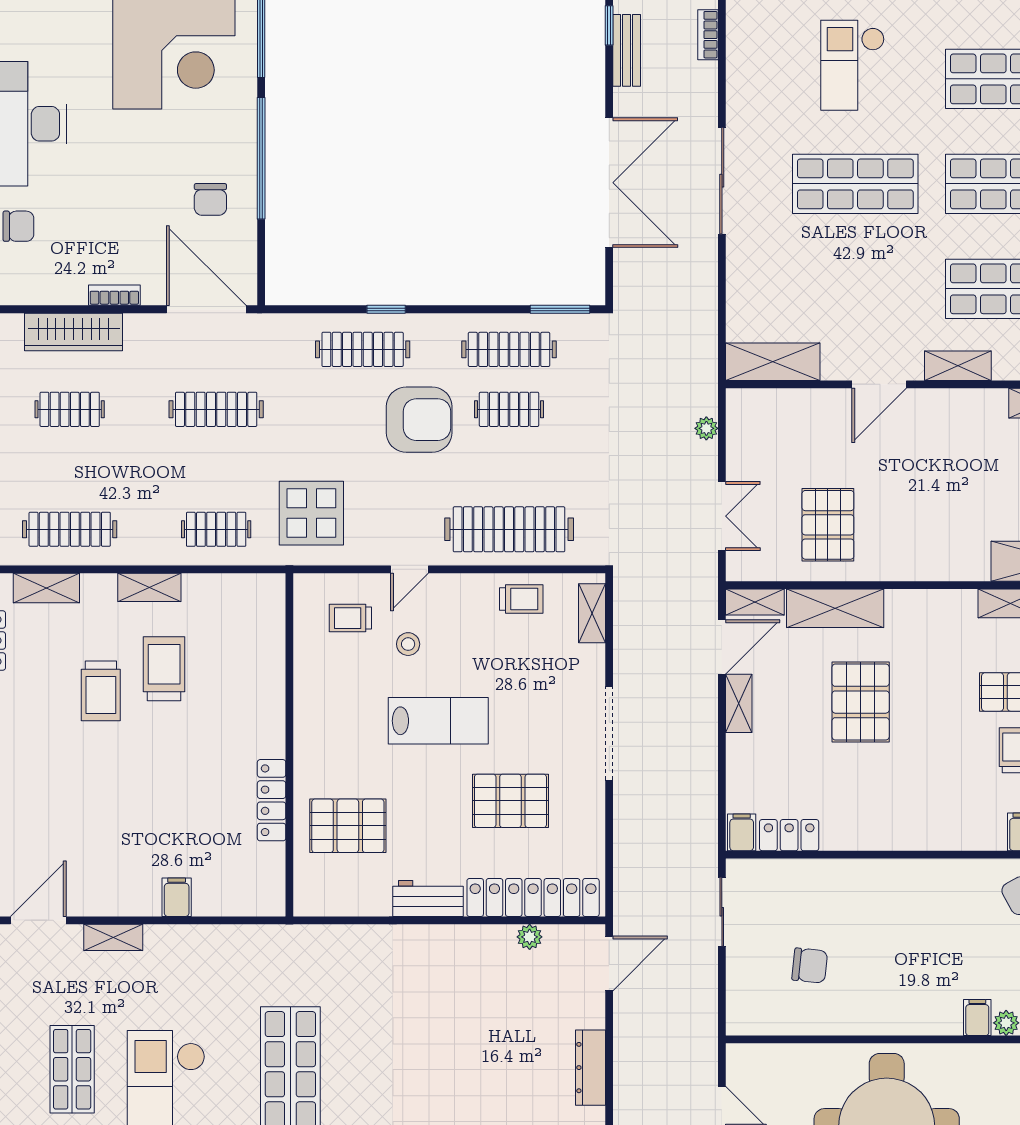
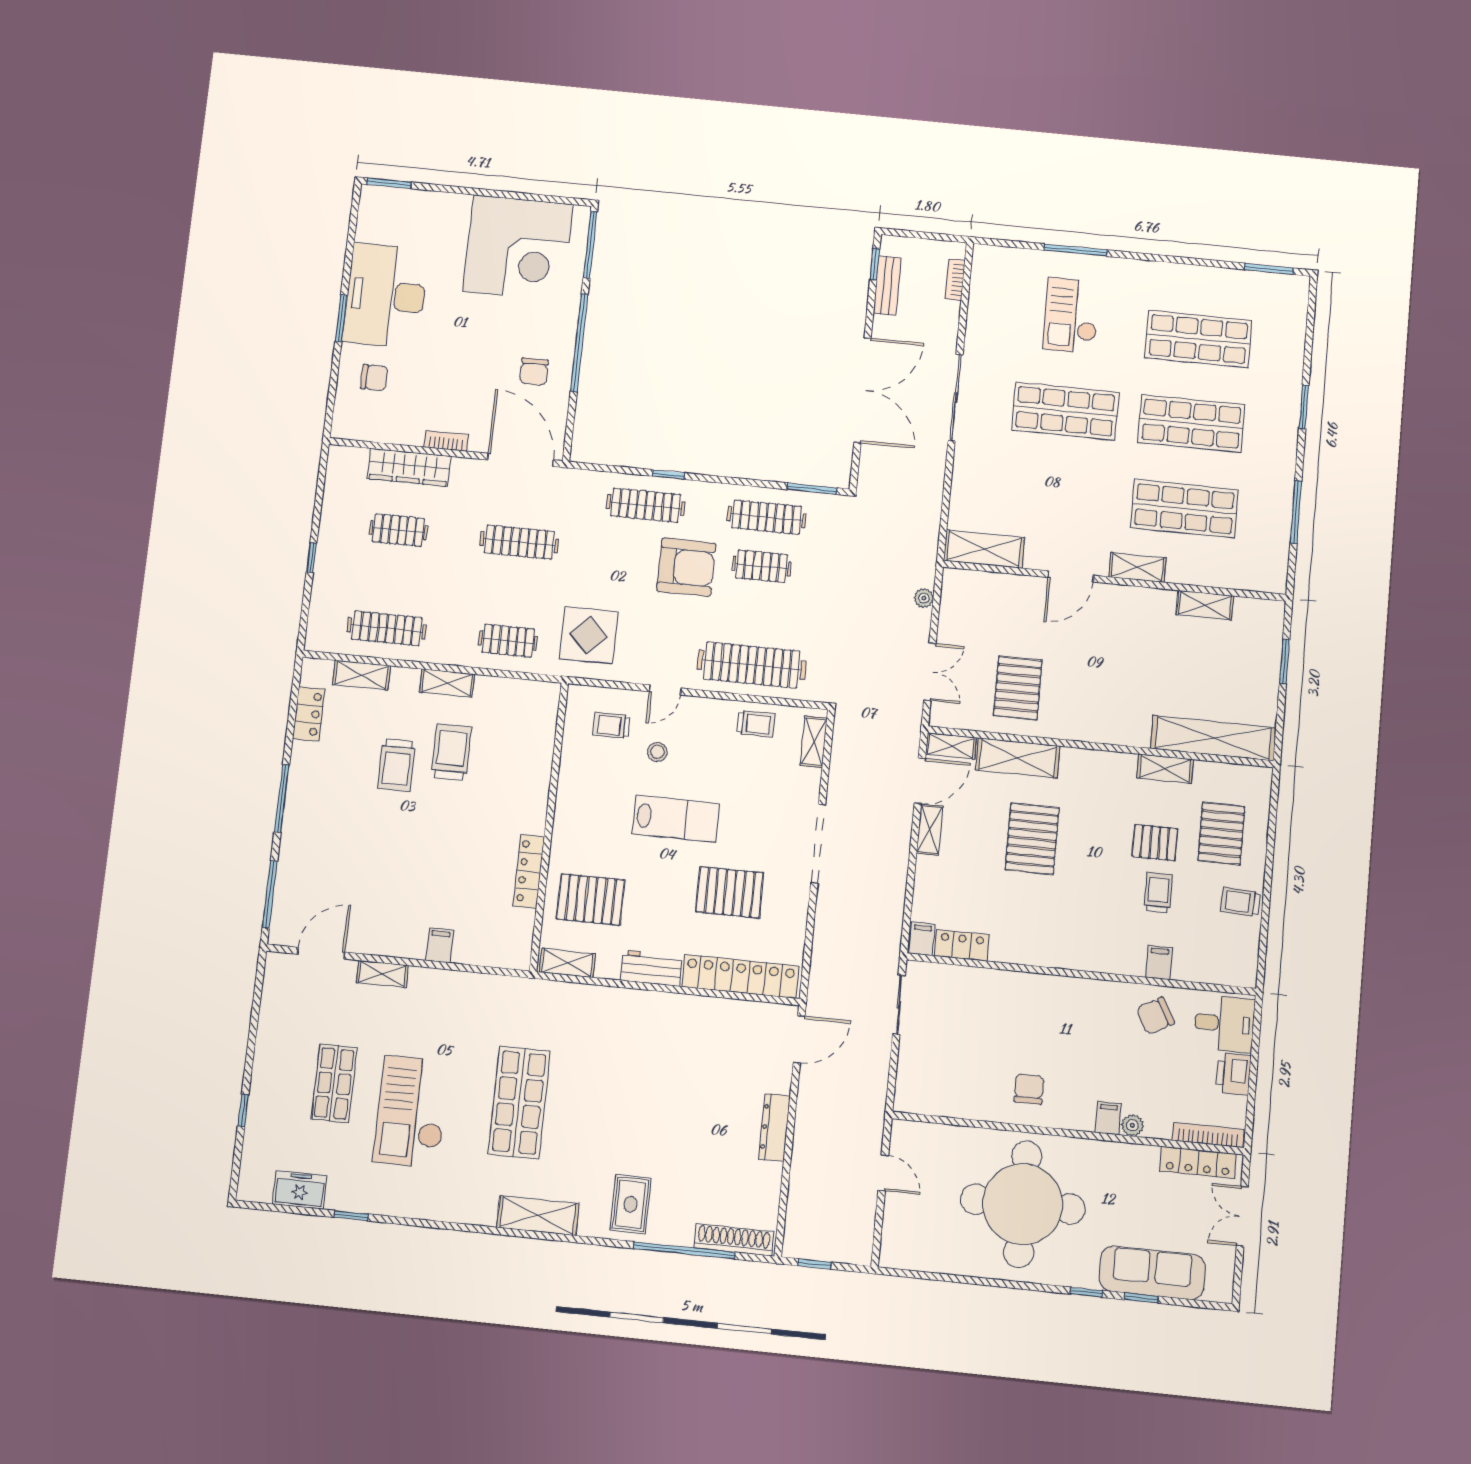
shelving: (329, 902) -> (567, 963), added
plant: (530, 937) -> (734, 1010), removed
chair: (810, 966) -> (1029, 1089), moved, turned -96

